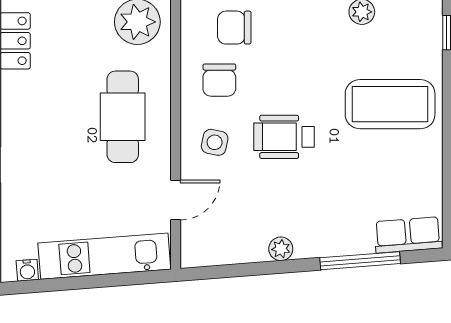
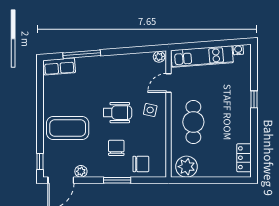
chair: (219, 80) -> (116, 148), moved
plant: (281, 249) -> (159, 57), moved

